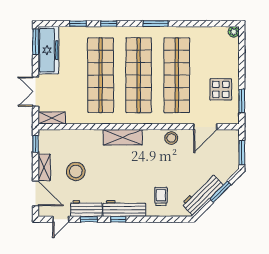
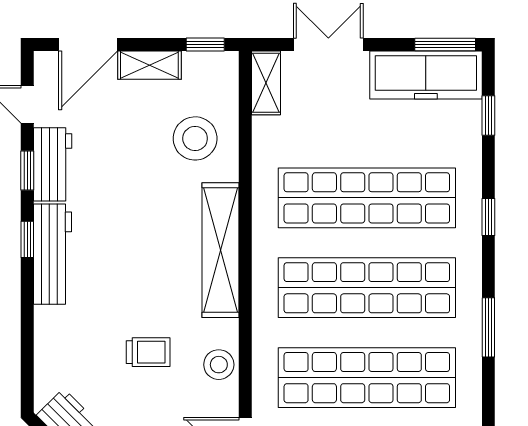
window: (78, 24) -> (488, 116), moved
shelving: (123, 137) -> (221, 250), width x1.47
stool: (76, 171) -> (195, 138), moved
trolley: (161, 196) -> (148, 352), moved

